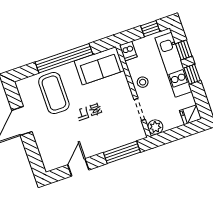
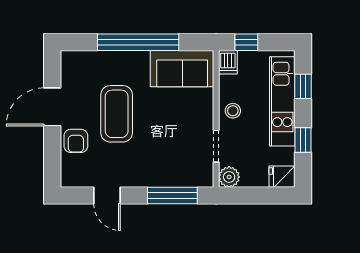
window: (150, 29) -> (246, 42), moved
window: (192, 74) -> (303, 140), moved
coffee table: (54, 93) -> (117, 114), moved
armchair: (45, 138) -> (76, 141), added
door: (78, 167) -> (107, 196), swing flipped

